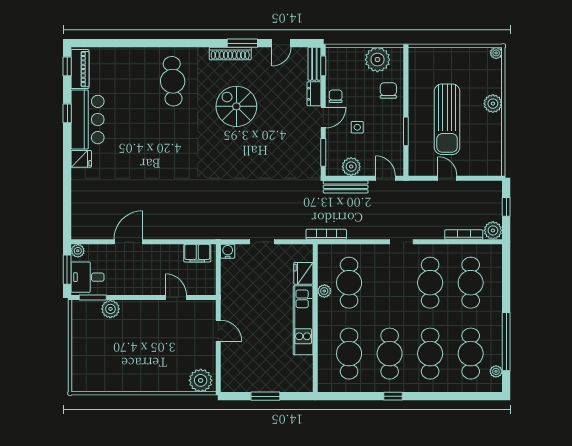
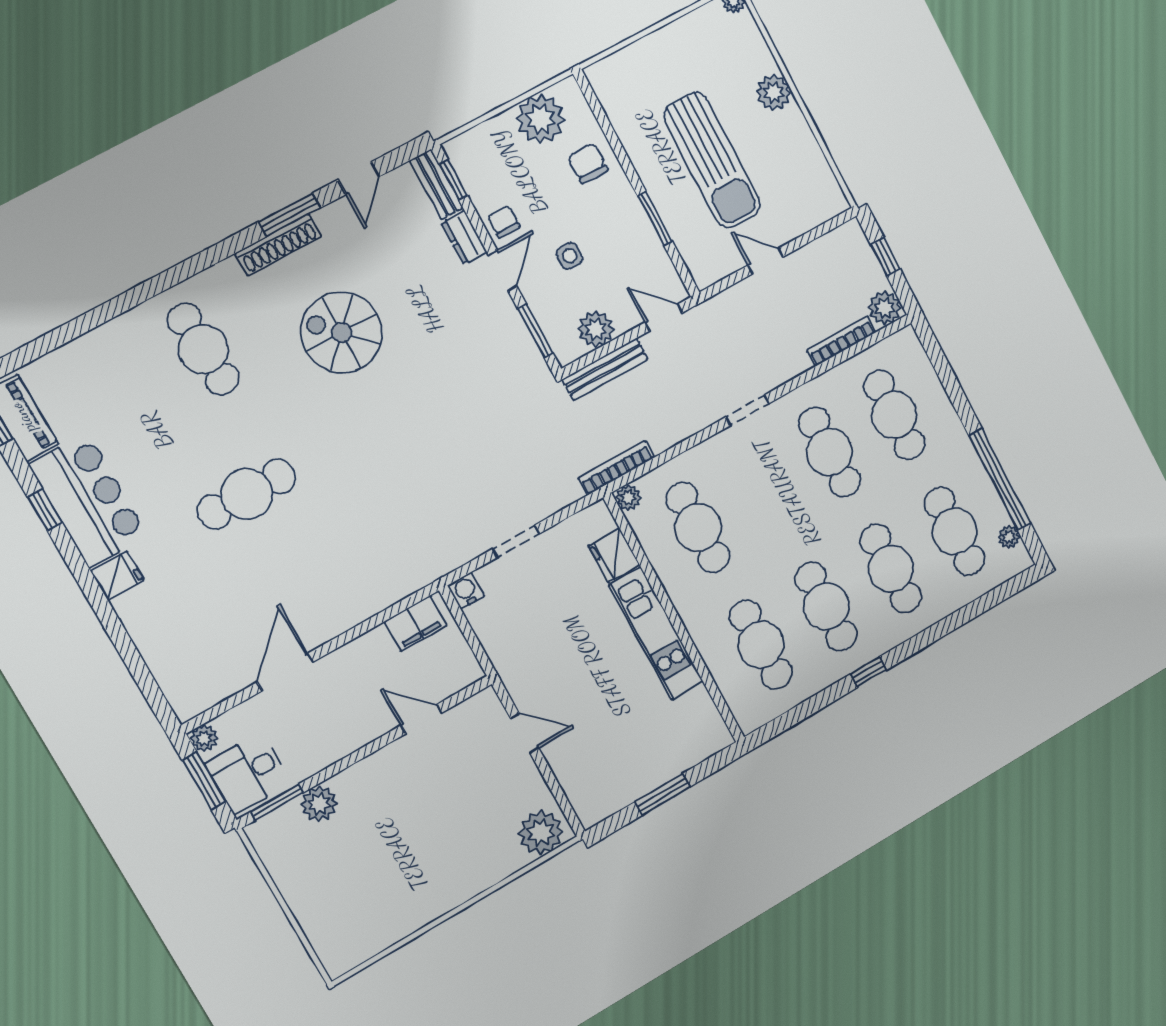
cafe table: (156, 154) -> (247, 494), added
plant: (324, 291) -> (628, 498), moved

